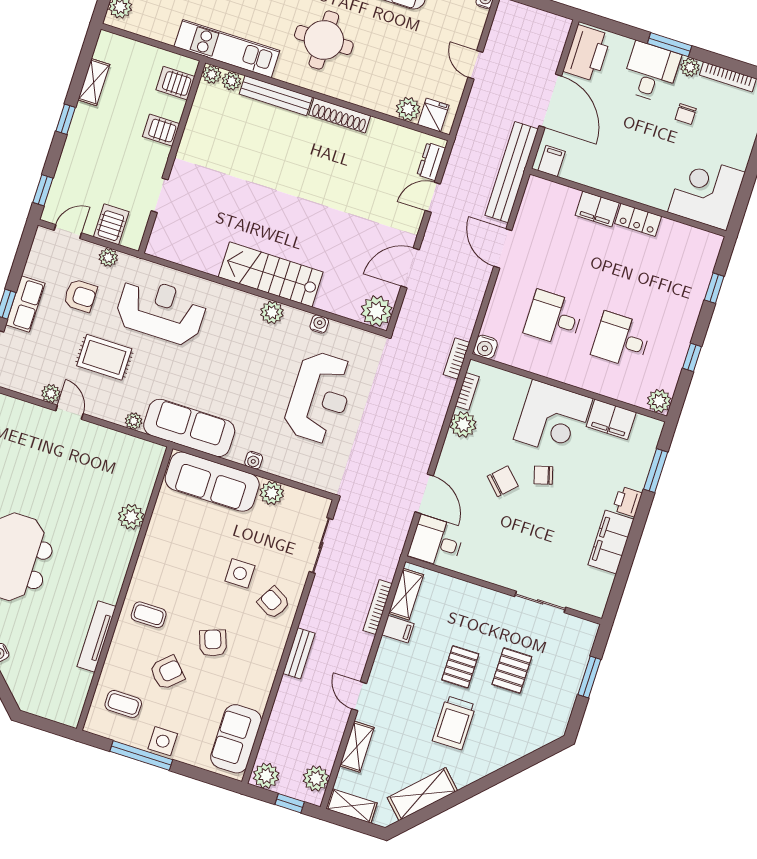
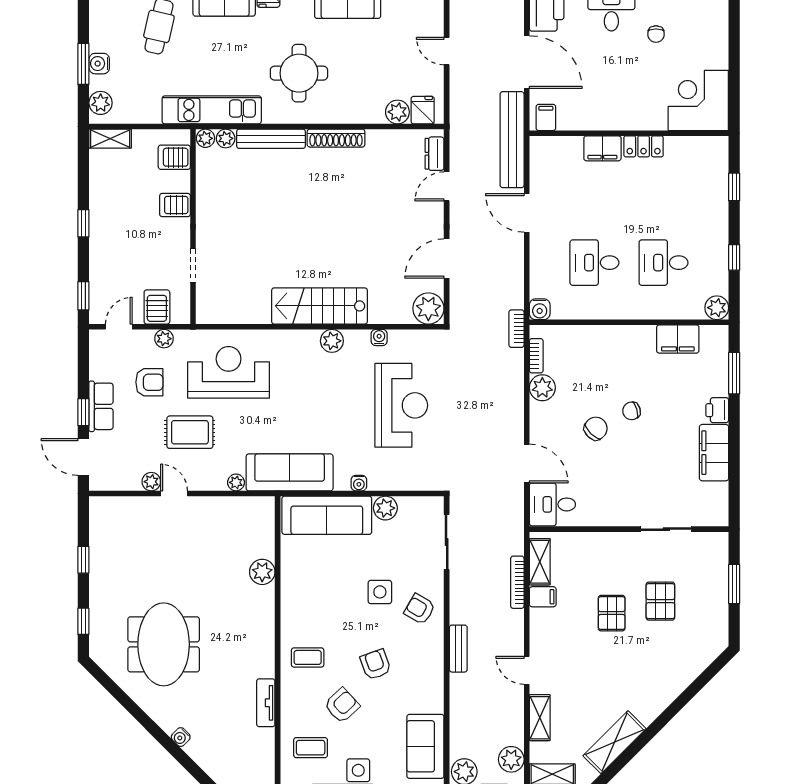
shelving: (94, 82) -> (110, 139), moved, turned 90
corner desk: (553, 419) -> (624, 356), removed
tv unit: (97, 636) -> (266, 703), width x0.71
trolley: (454, 723) -> (623, 667), removed

